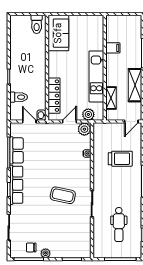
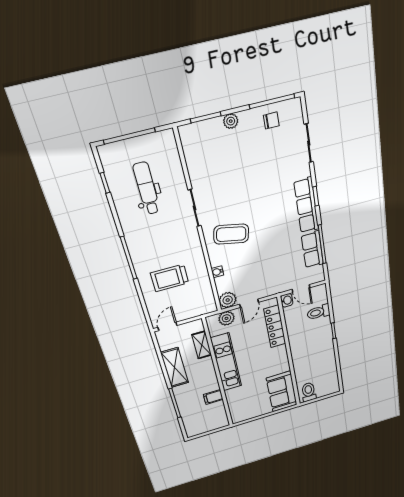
coffee table: (63, 195) -> (231, 234), moved
plant: (46, 253) -> (231, 121), moved

